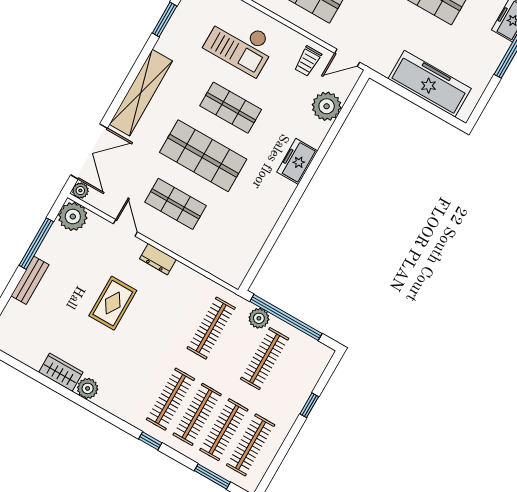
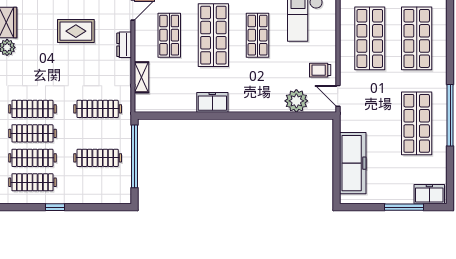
freezer: (297, 161) -> (212, 102), moved
shelving: (204, 260) -> (141, 77), added
plant: (259, 318) -> (123, 138), removed
window: (309, 405) -> (55, 207), moved

